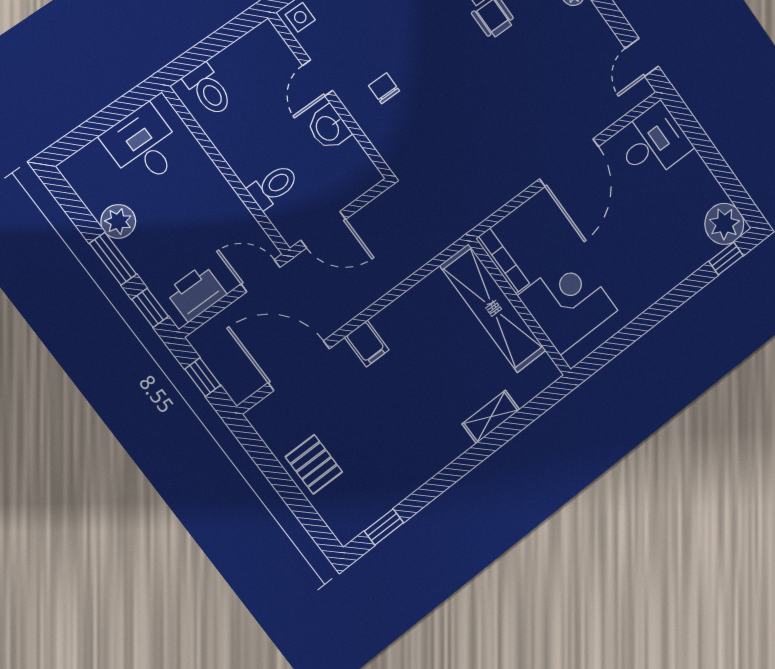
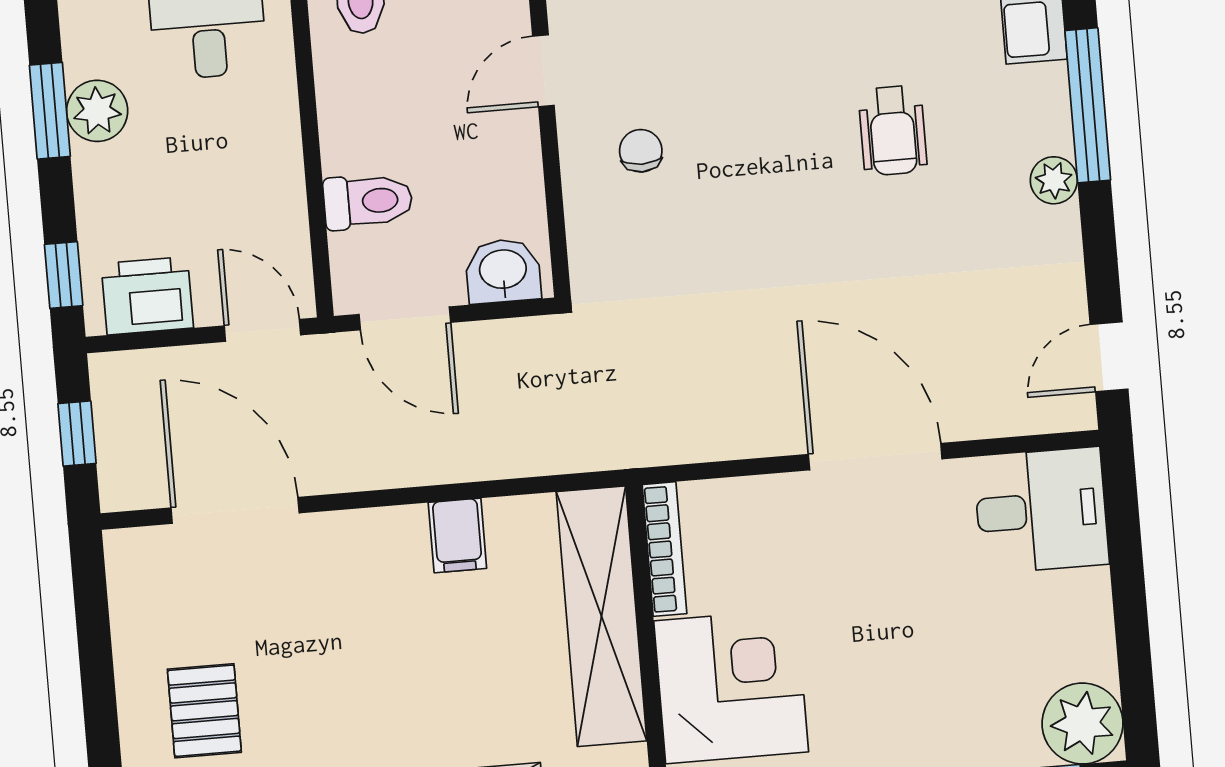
washbasin: (328, 128) -> (503, 271), moved, turned 90
door: (569, 163) -> (875, 457), swing flipped
window: (113, 259) -> (50, 111), moved
filing cabinet: (367, 343) -> (457, 535), moved
pallet: (314, 464) -> (204, 711), moved

